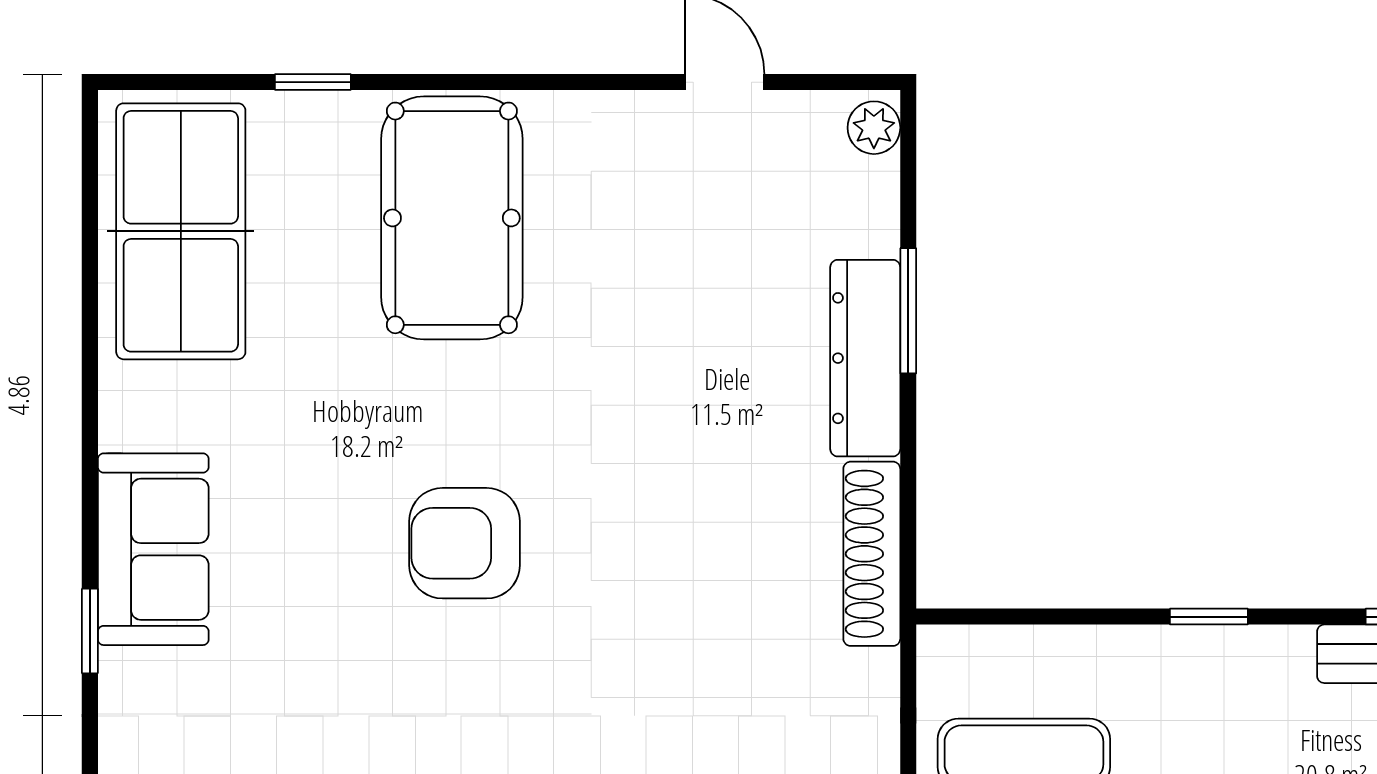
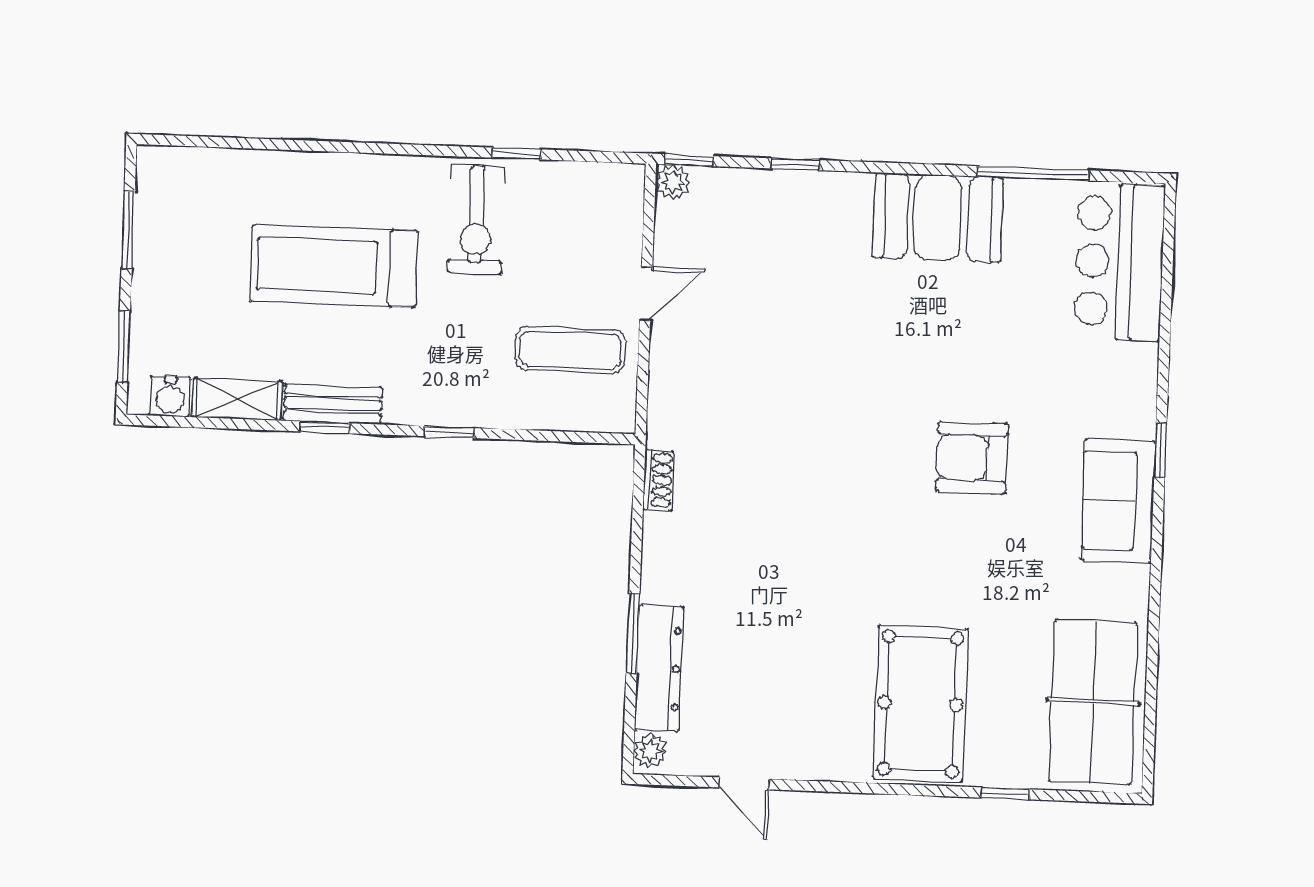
dresser: (865, 358) -> (659, 668), moved
armchair: (465, 543) -> (972, 458), moved, turned 180
shoe rack: (872, 554) -> (659, 480), width x0.51, depth x0.81

